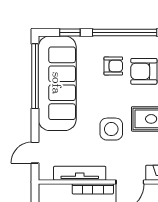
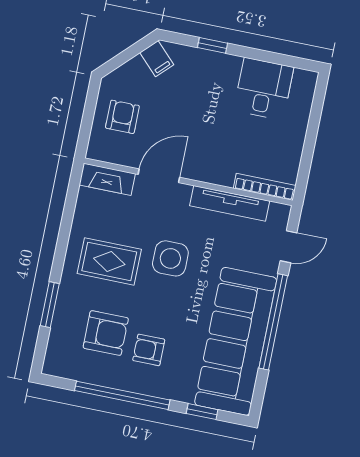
window: (35, 76) -> (273, 322), moved
bookcase: (93, 189) -> (265, 187), moved

